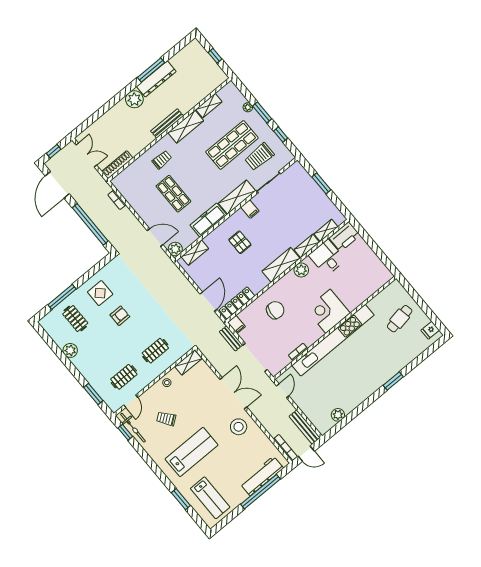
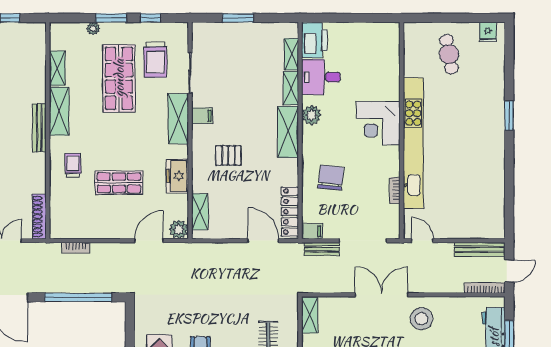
freezer: (208, 220) -> (177, 176), width x0.71
plant: (338, 415) -> (496, 204), removed

